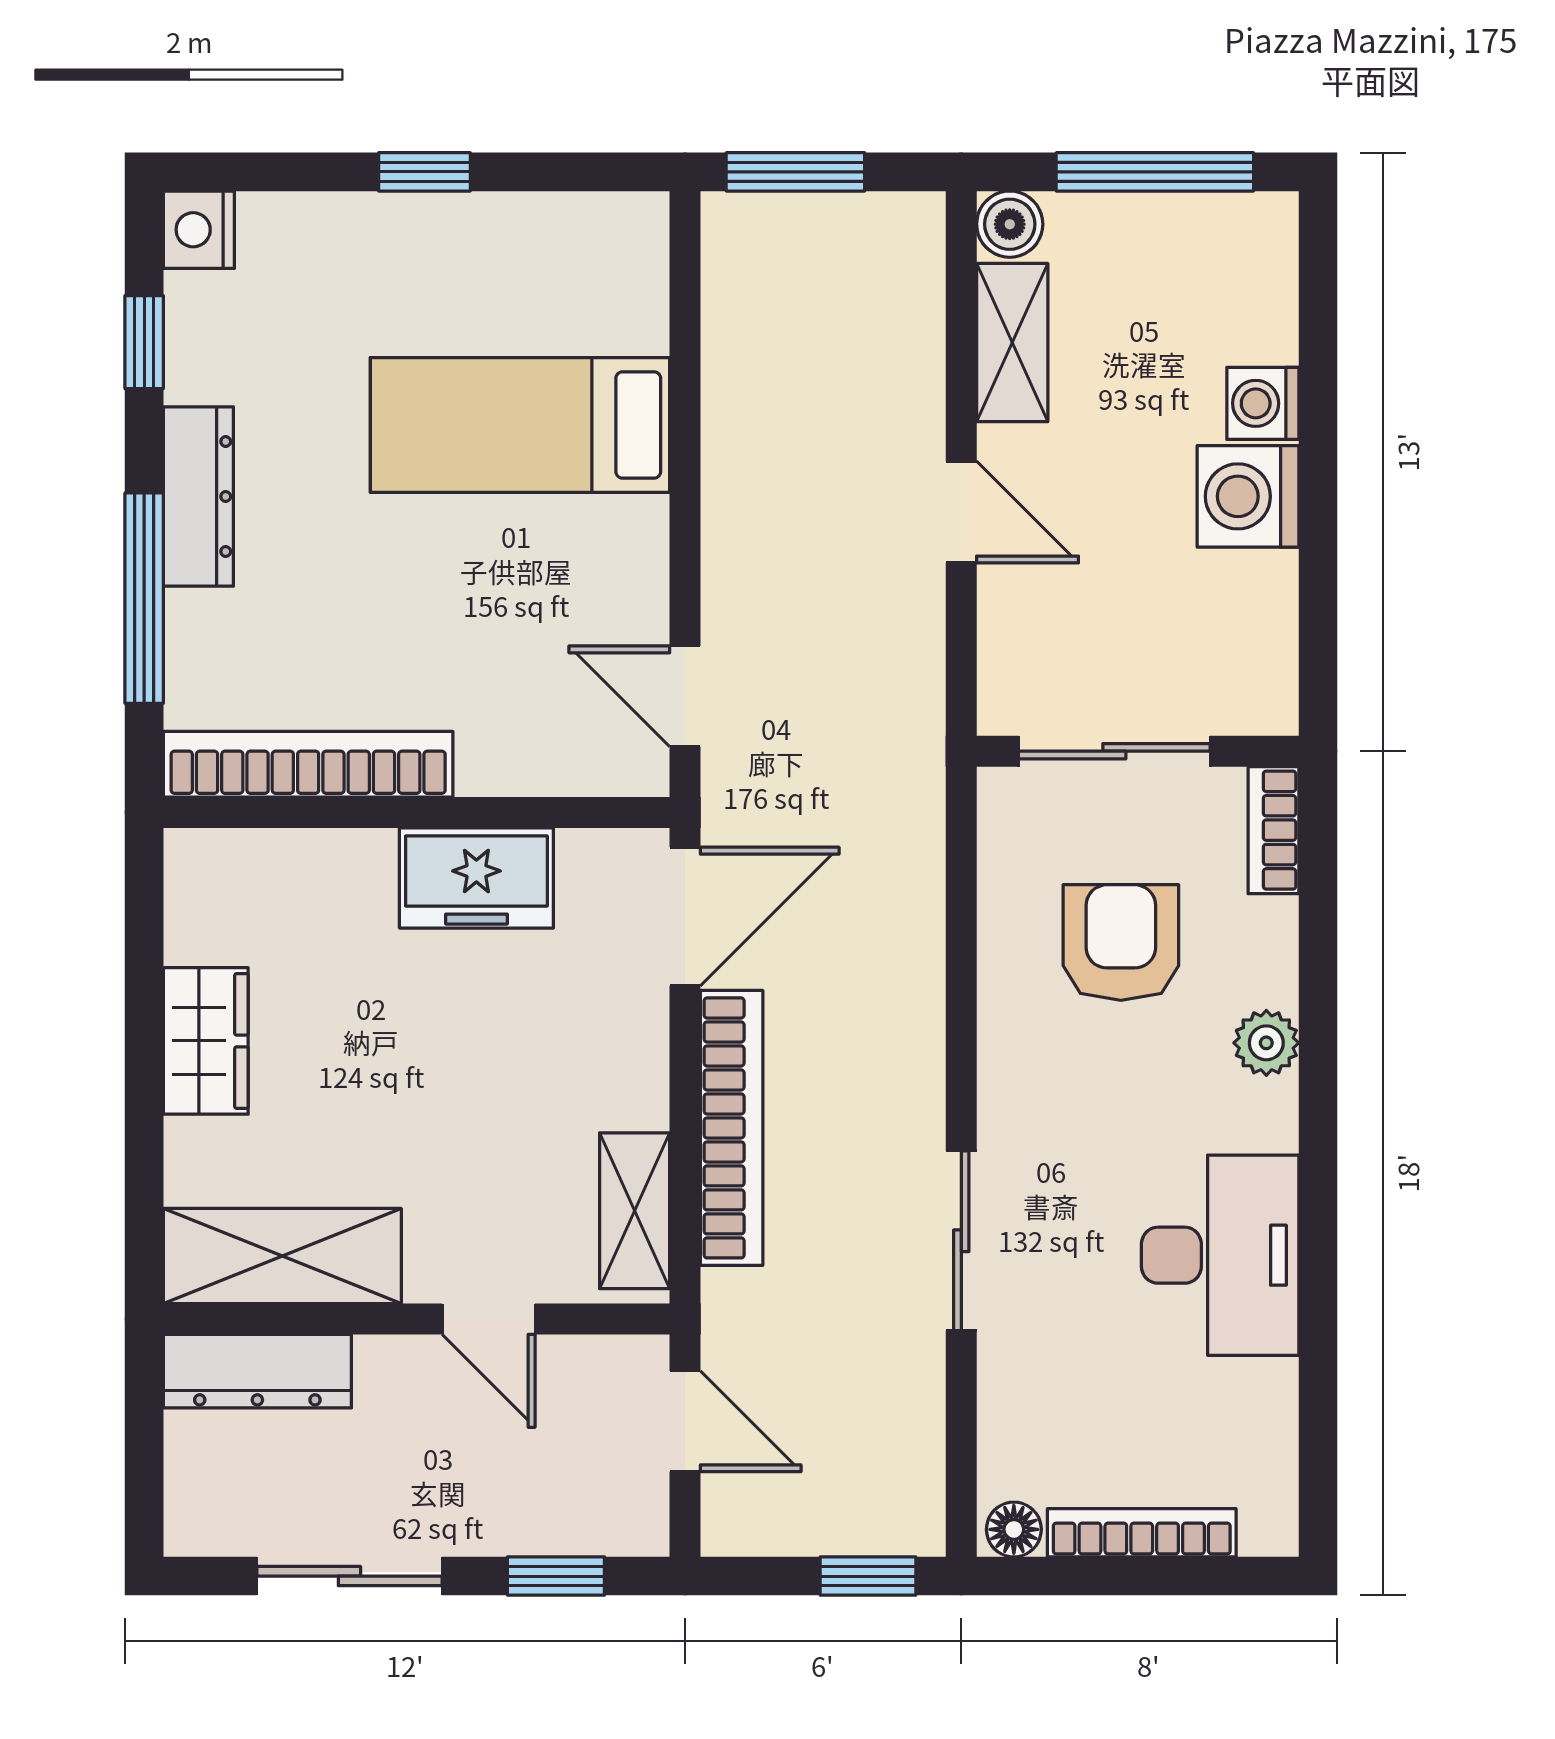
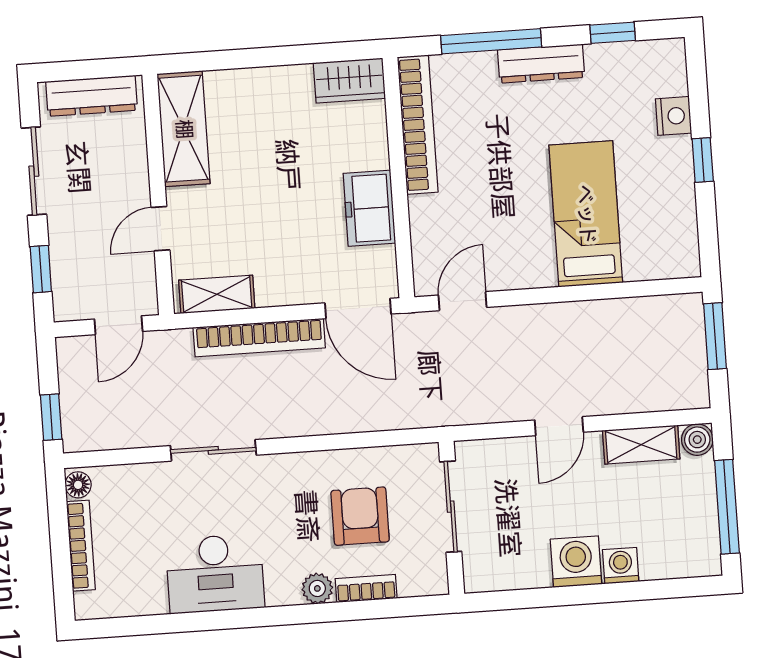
nightstand: (199, 230) -> (673, 116), moved, turned 90
bookcase: (1273, 830) -> (366, 588), moved
armchair: (1121, 943) -> (360, 516), turned -90
wardrobe: (206, 1041) -> (349, 81), moved
dresser: (257, 1371) -> (92, 96), moved, turned -90

